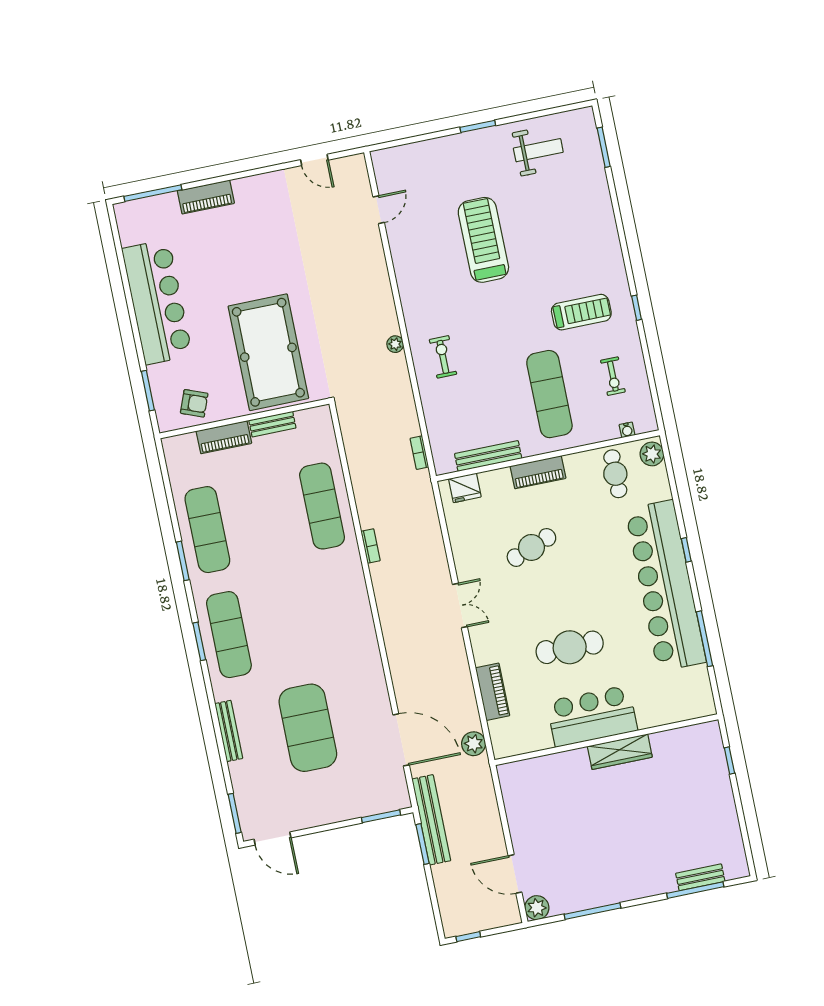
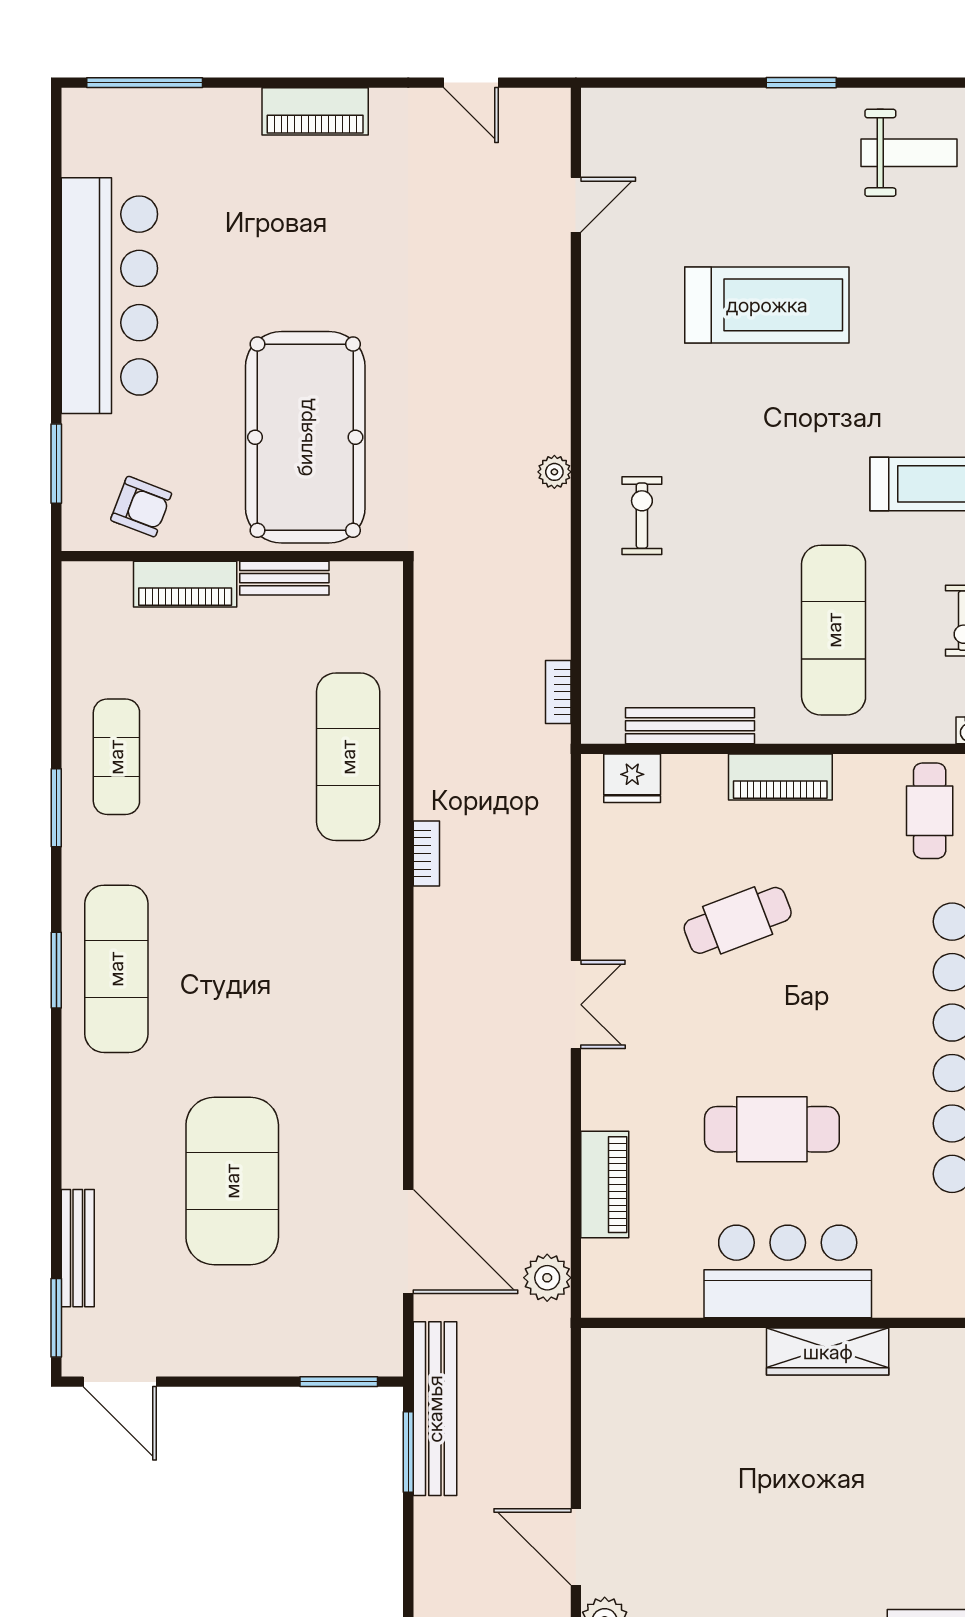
piano: (206, 197) -> (315, 111), moved
treadmill: (483, 240) -> (767, 305), turned 90
exercise mat: (207, 530) -> (116, 757), width x0.73, depth x0.69
bench: (229, 731) -> (78, 1248), moved

